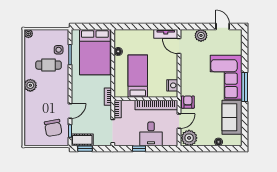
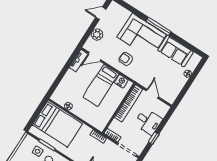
bed: (138, 76) -> (101, 85), moved, turned -90
armchair: (188, 102) -> (126, 59), moved
plant: (189, 138) -> (170, 94), removed

